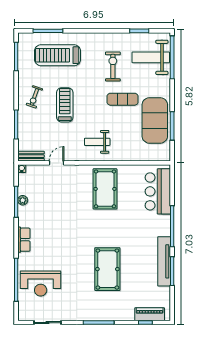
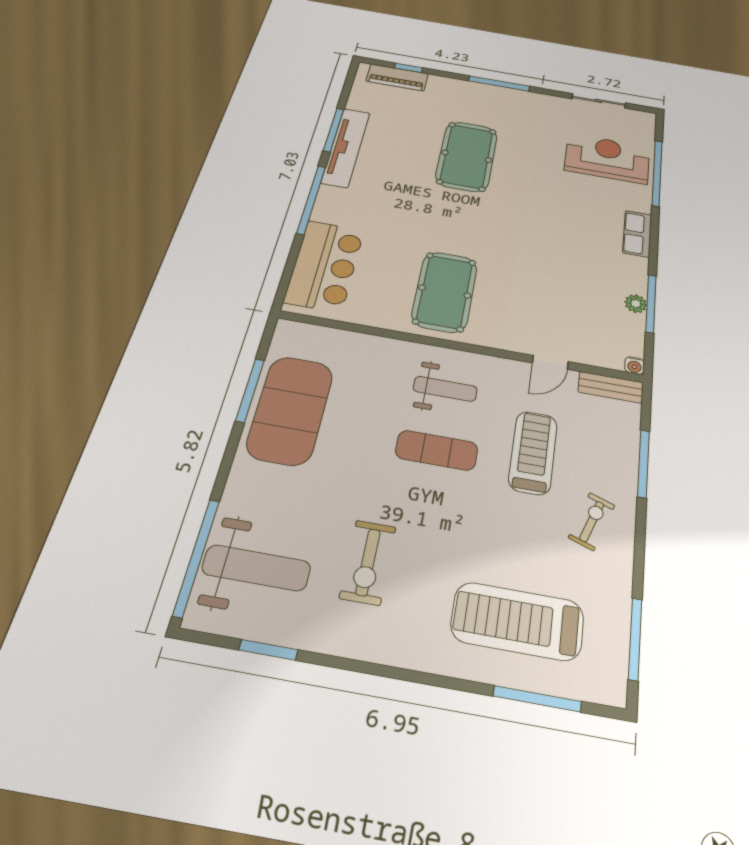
treadmill: (58, 55) -> (518, 621), turned 180
exercise mat: (123, 99) -> (437, 450), moved
treadmill: (65, 105) -> (533, 452), moved, turned 180

